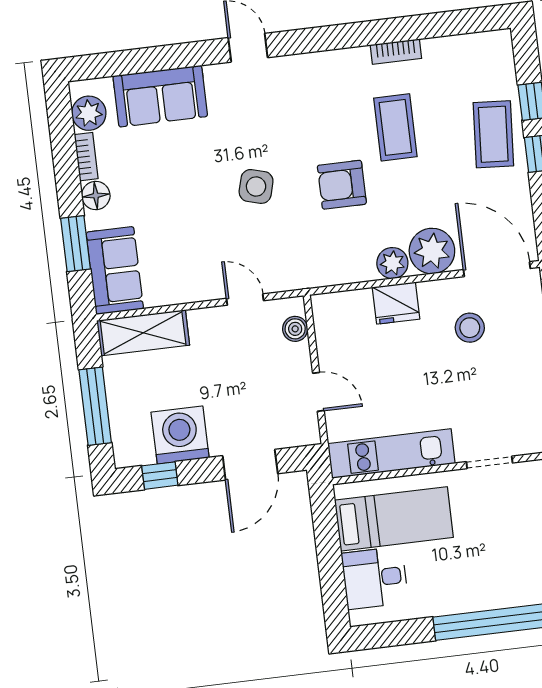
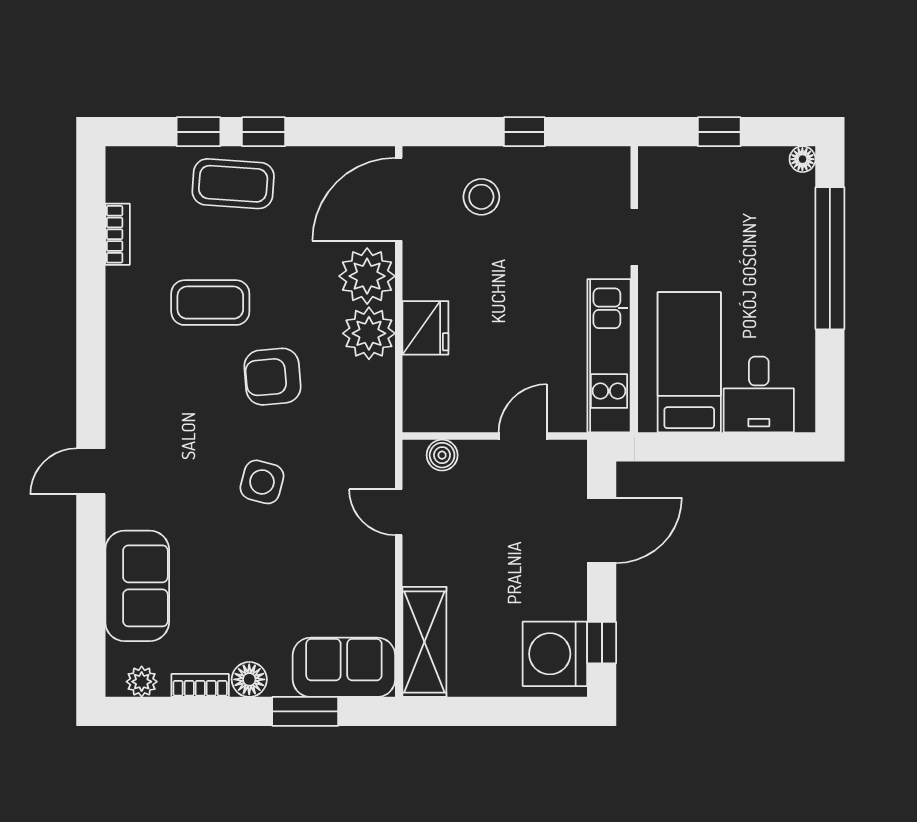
bookcase: (396, 52) -> (118, 234), moved
plant: (89, 113) -> (142, 682), width x0.73, depth x0.73
armchair: (342, 185) -> (272, 377), turned 85
plant: (392, 263) -> (369, 333), width x1.36, depth x1.36
door: (245, 300) -> (399, 512), hinge flipped
stool: (470, 328) -> (481, 197), moved
window: (95, 406) -> (507, 711), removed
washing machine: (180, 435) -> (555, 654), moved
door: (250, 465) -> (602, 530), hinge flipped

